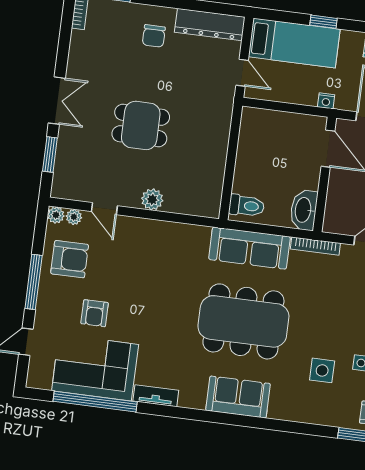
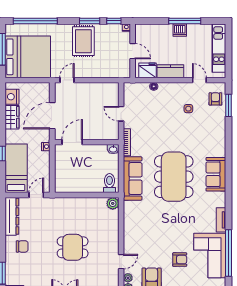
dining table: (141, 125) -> (73, 247), turned 90
plant: (152, 199) -> (113, 203), moved
washbasin: (304, 210) -> (113, 149), width x0.52, depth x0.69
side table: (322, 370) -> (195, 130), removed

